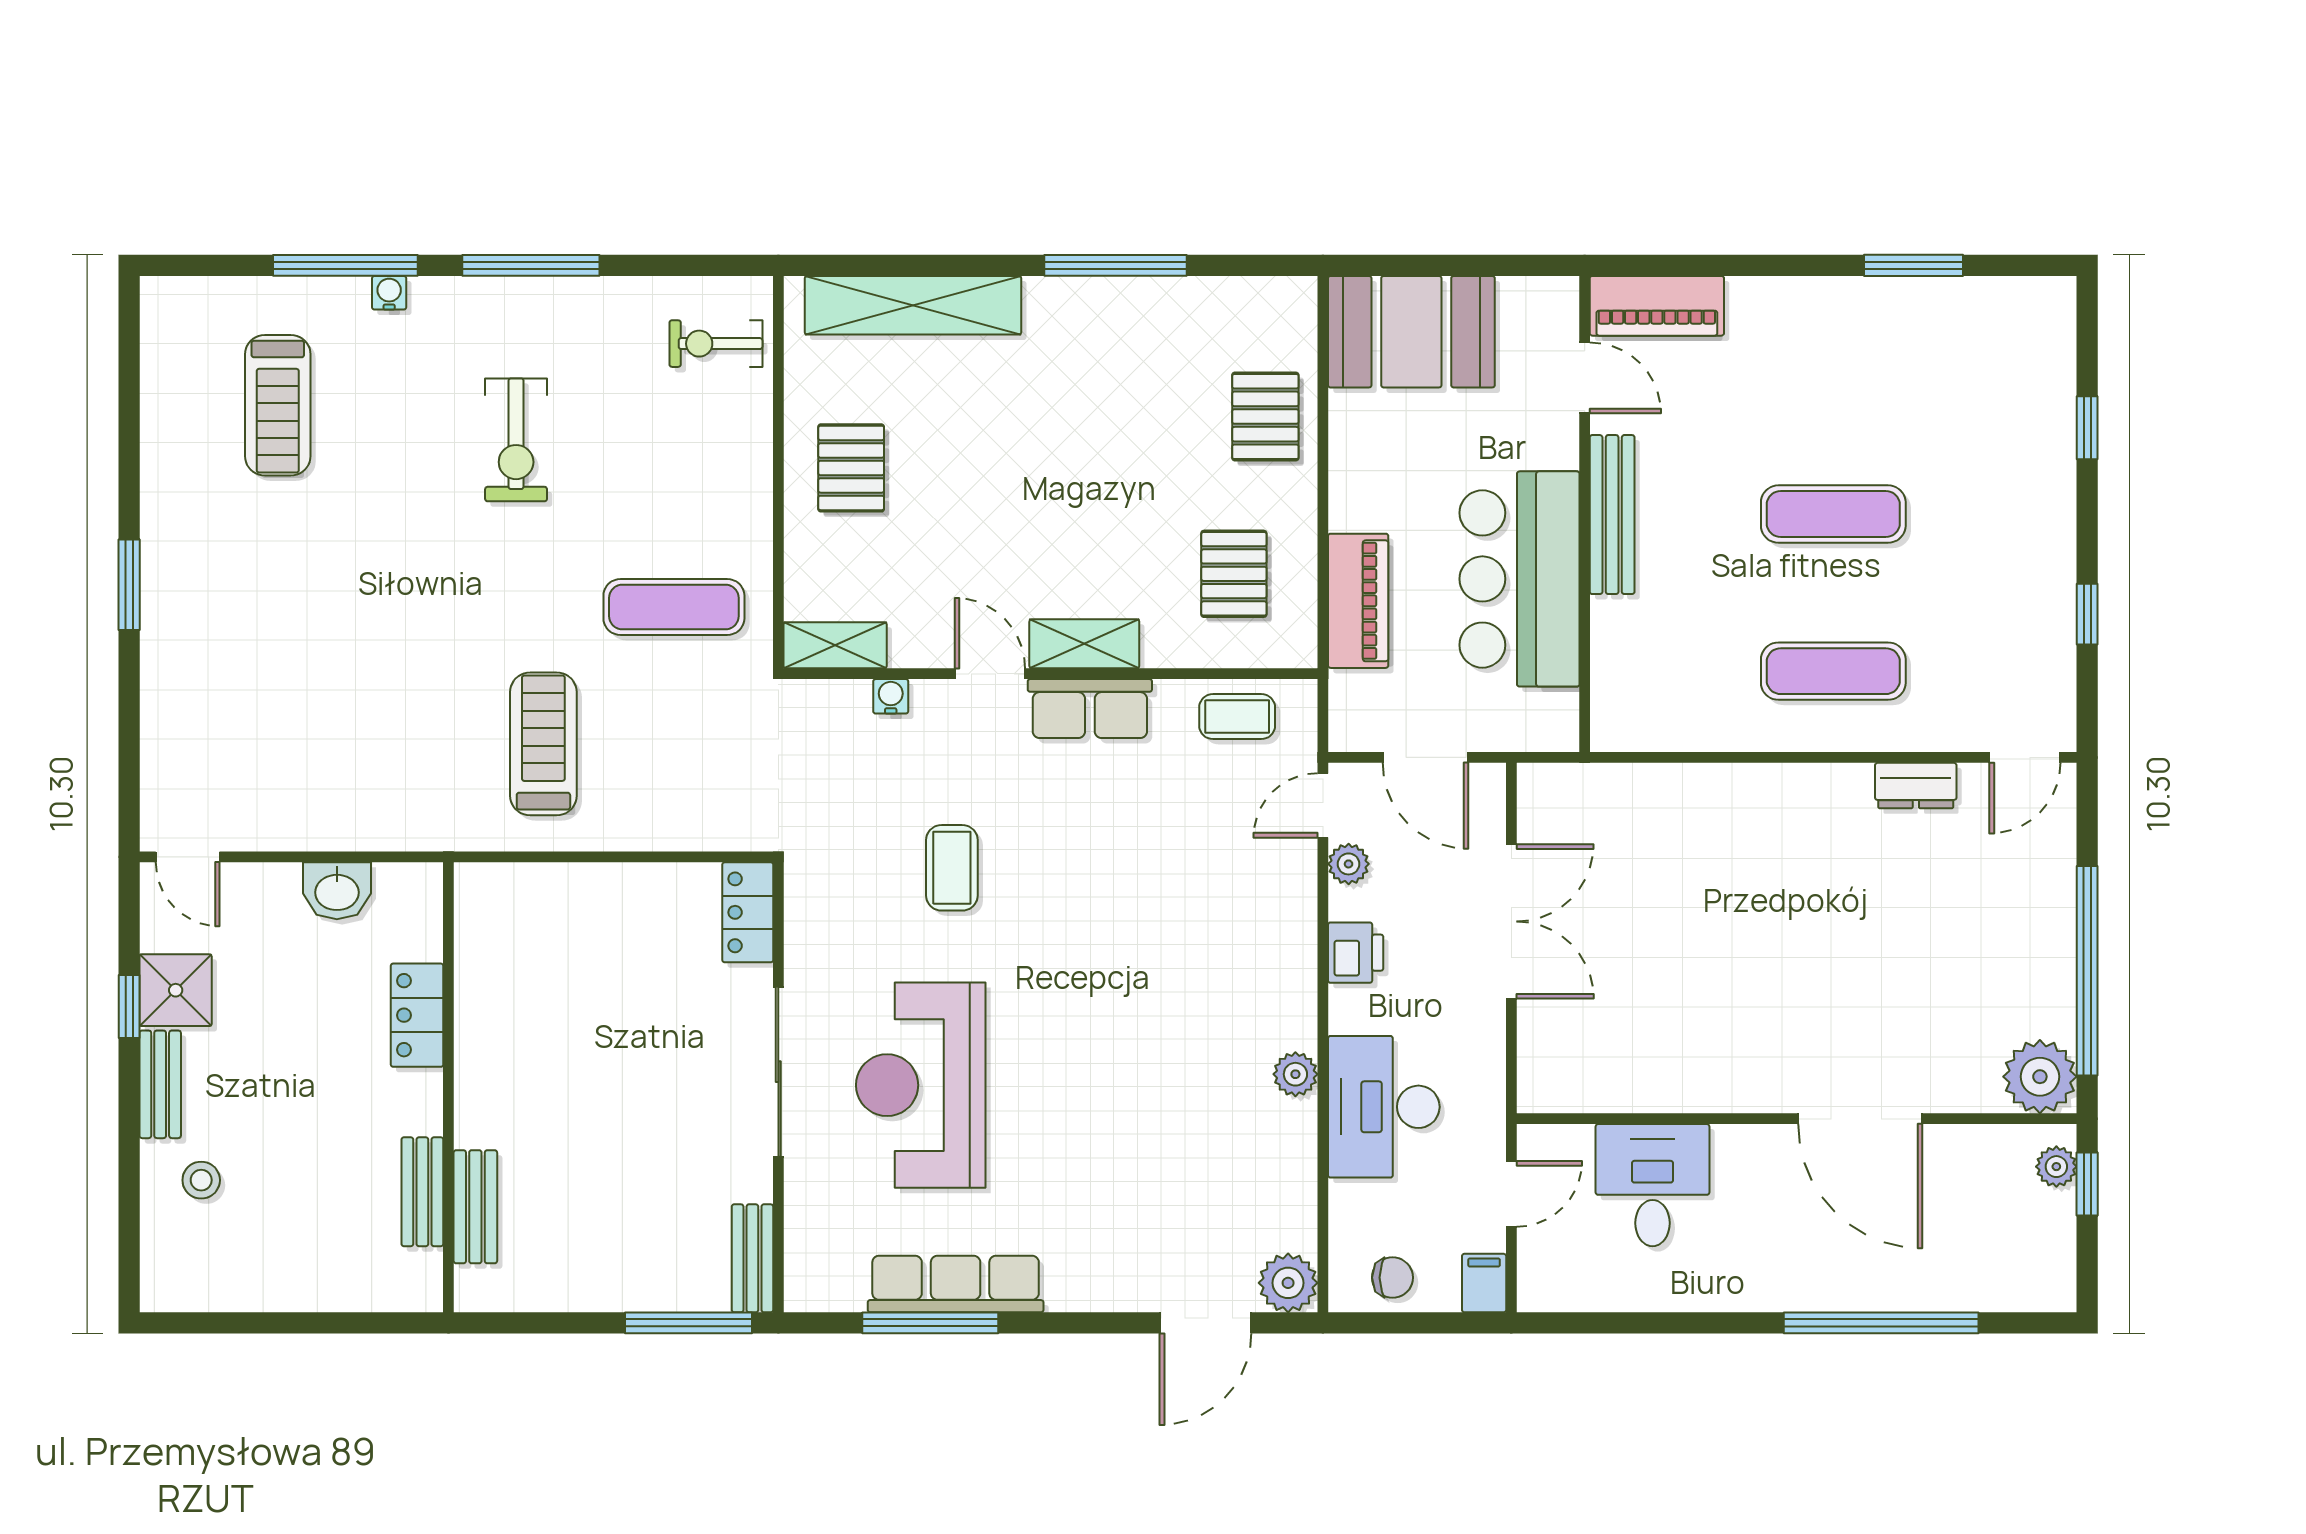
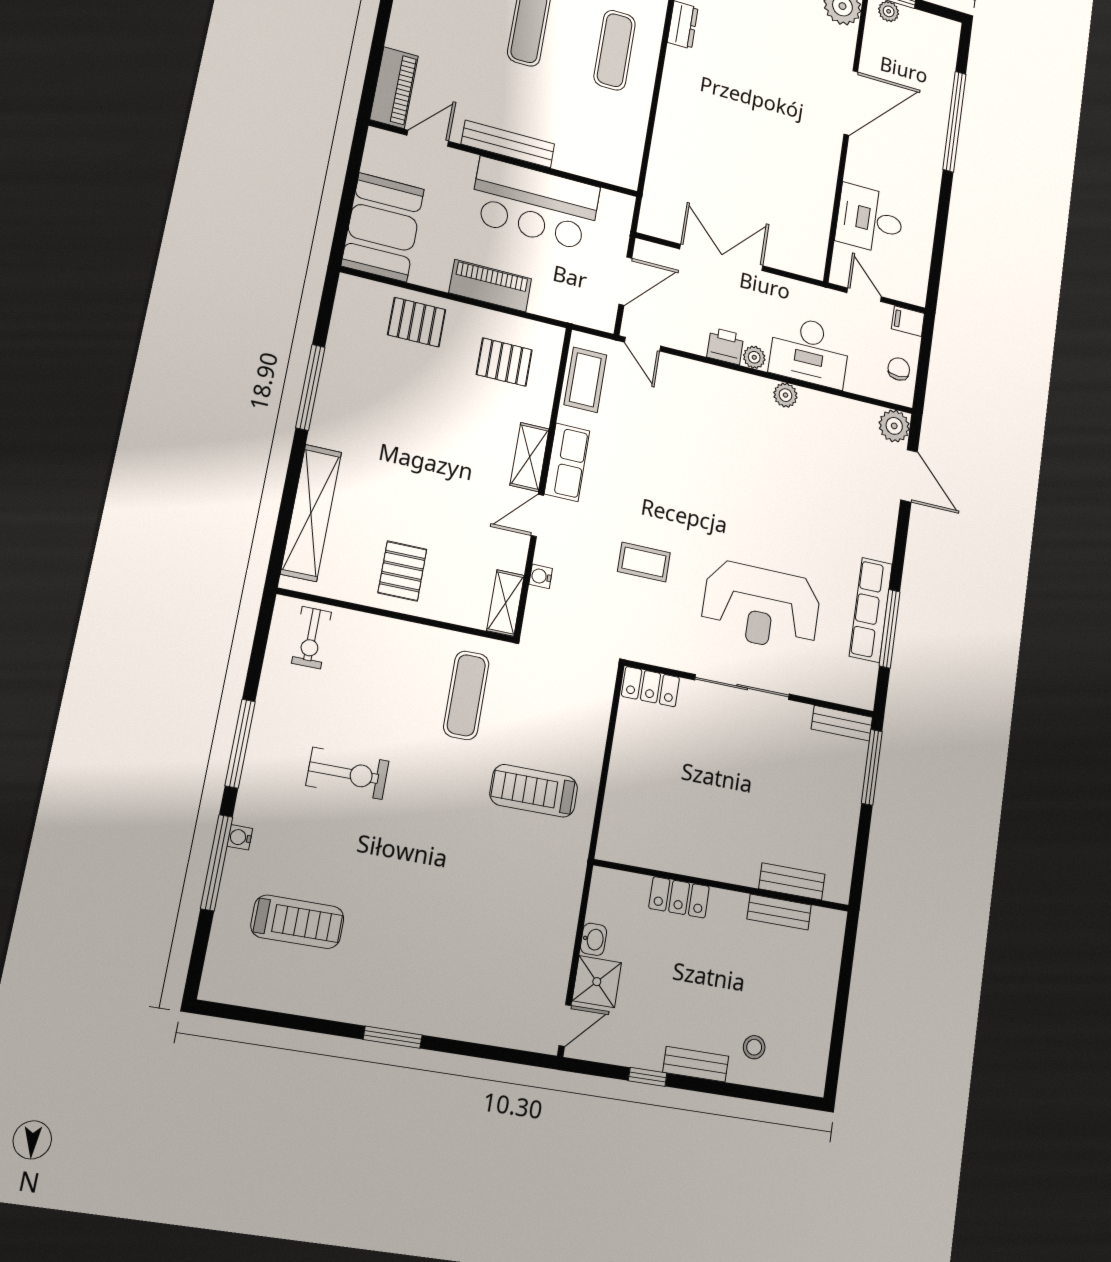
pallet: (851, 468) -> (402, 571), turned 90
piano: (1358, 601) -> (490, 286), moved
coffee table: (1237, 717) -> (585, 380), width x1.36, depth x1.30
plant: (1349, 864) -> (754, 357), moved
washbasin: (337, 891) -> (594, 939), width x0.72, depth x0.69
shower: (176, 990) -> (597, 982), moved

